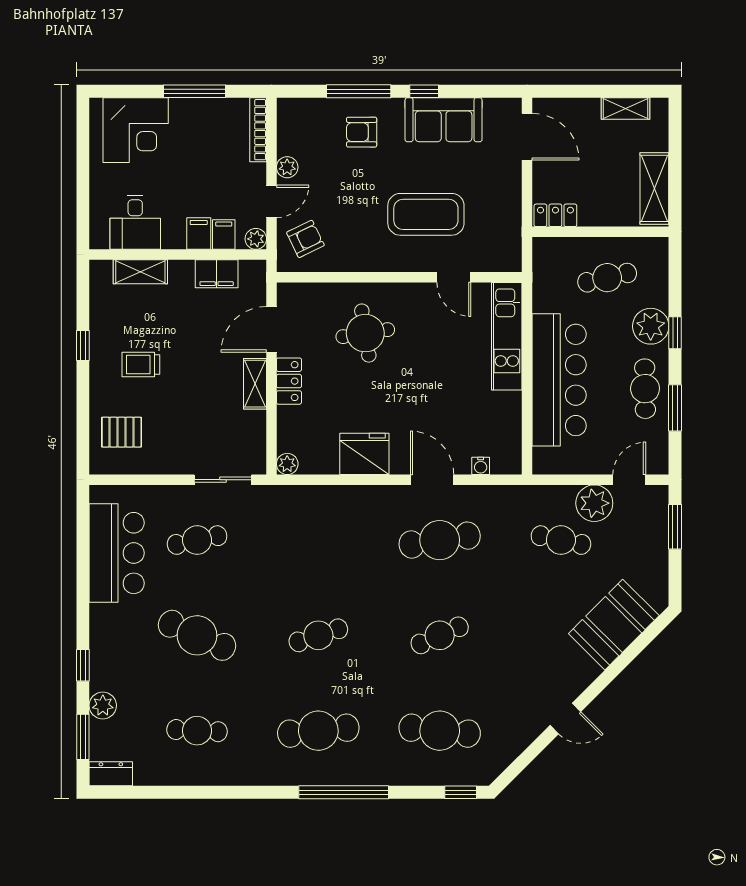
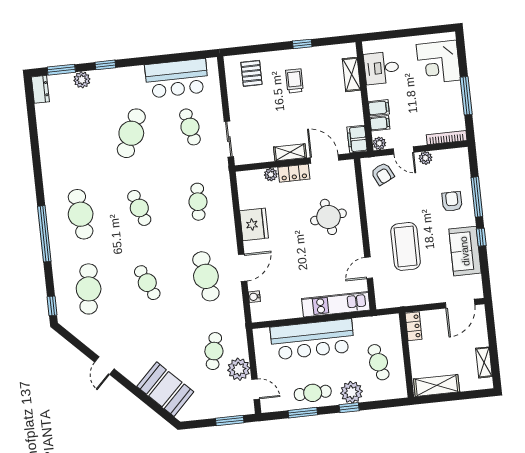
filing cabinet: (217, 274) -> (357, 139), moved
plant: (287, 464) -> (271, 174), moved
cafe table: (197, 731) -> (198, 202), moved

